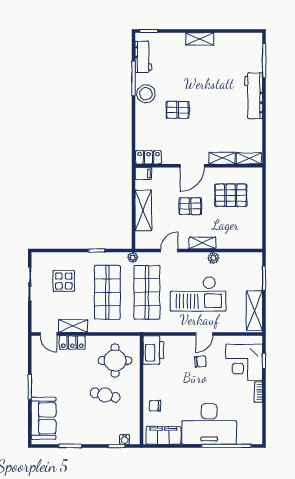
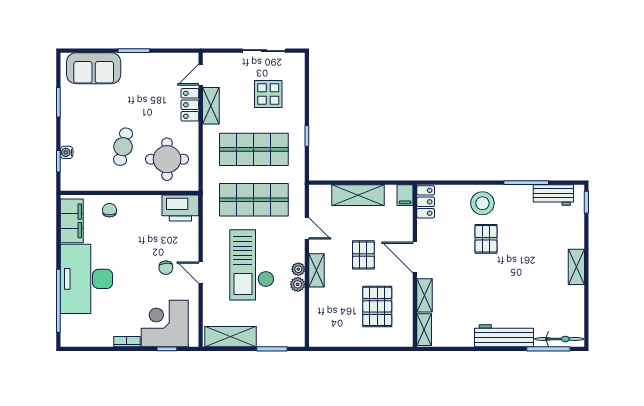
bicycle: (256, 52) -> (559, 339), added
stool: (146, 94) -> (482, 203), moved
plant: (133, 257) -> (298, 269), moved
water cooler: (125, 439) -> (67, 152), moved

